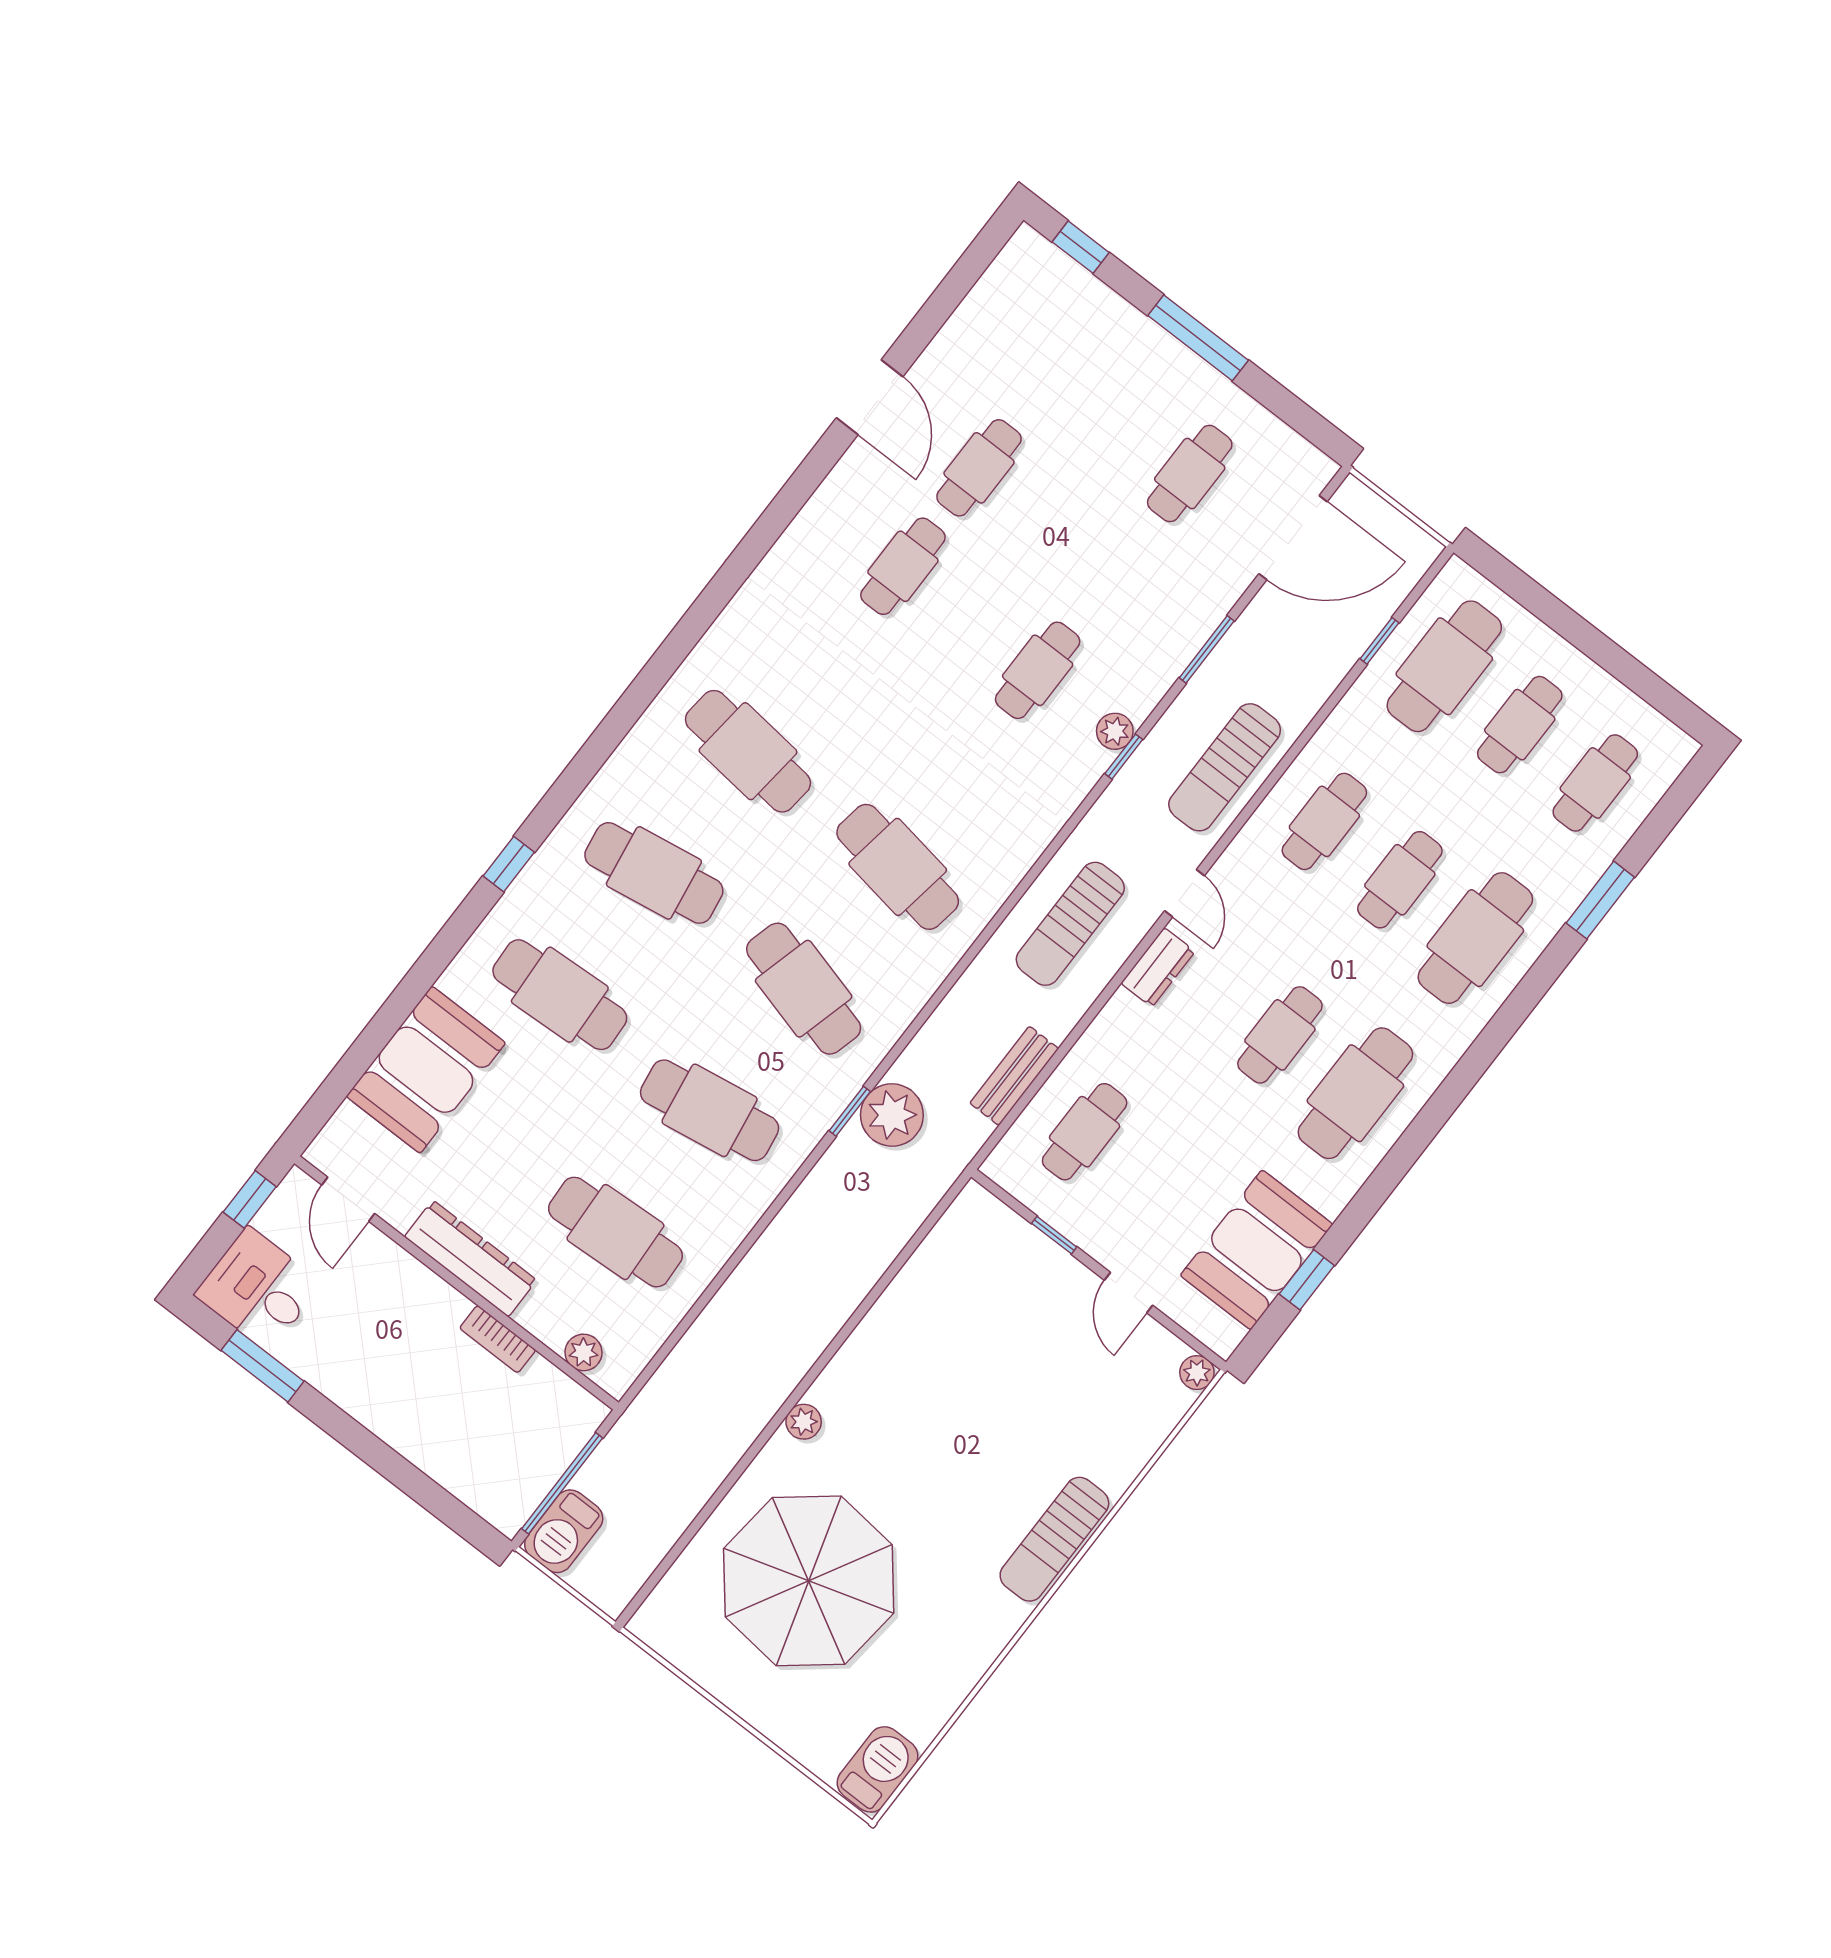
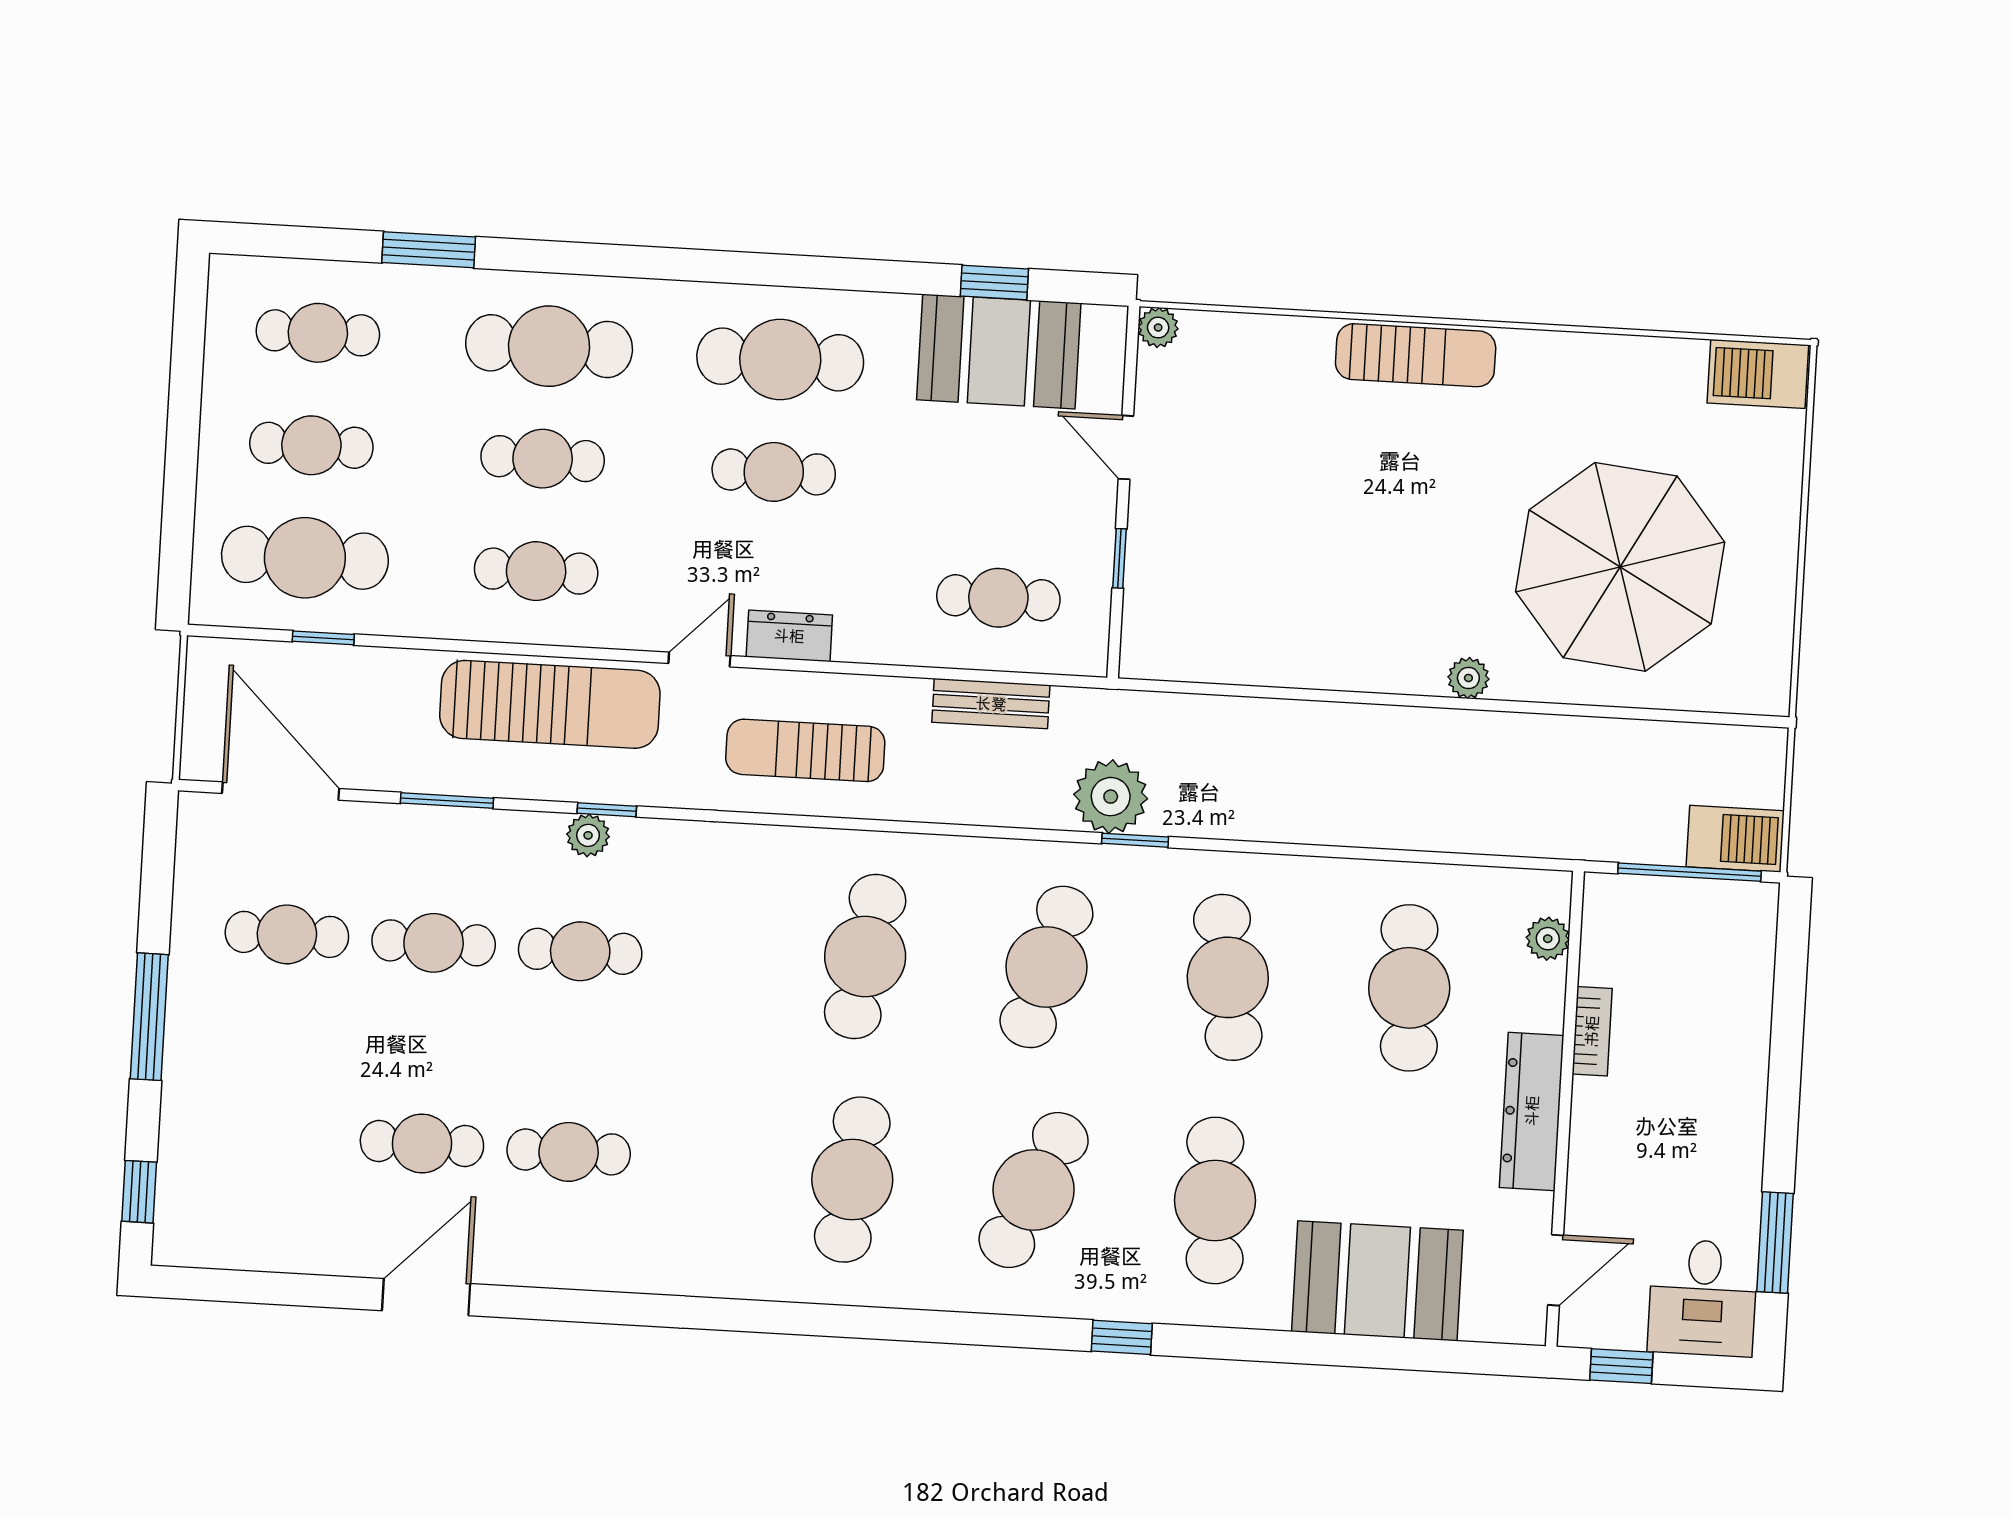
cafe table: (1114, 572) -> (434, 943), added
sun lounger: (1225, 767) -> (550, 704), width x1.36, depth x1.34
cafe table: (654, 873) -> (1034, 1190), turned 33
sun lounger: (1070, 924) -> (805, 750), turned 180
door: (1129, 1293) -> (1126, 447), swing flipped

